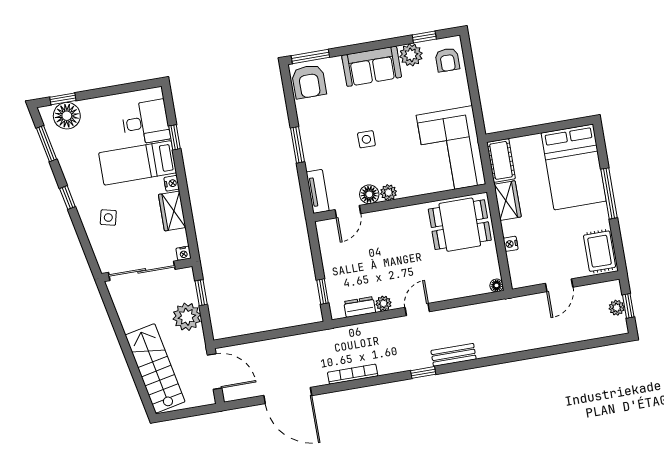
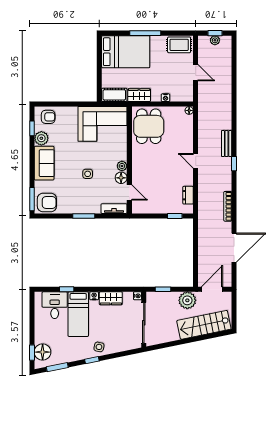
side table: (108, 218) -> (99, 347), moved
plant: (384, 303) -> (188, 180), removed
plant: (187, 317) -> (187, 300), moved

